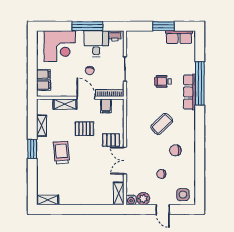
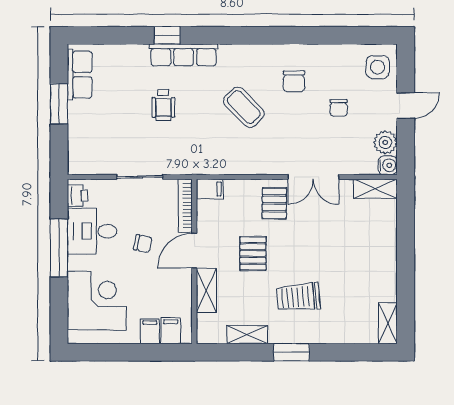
window: (200, 83) -> (167, 35), width x0.32
filing cabinet: (106, 106) -> (210, 189), moved

